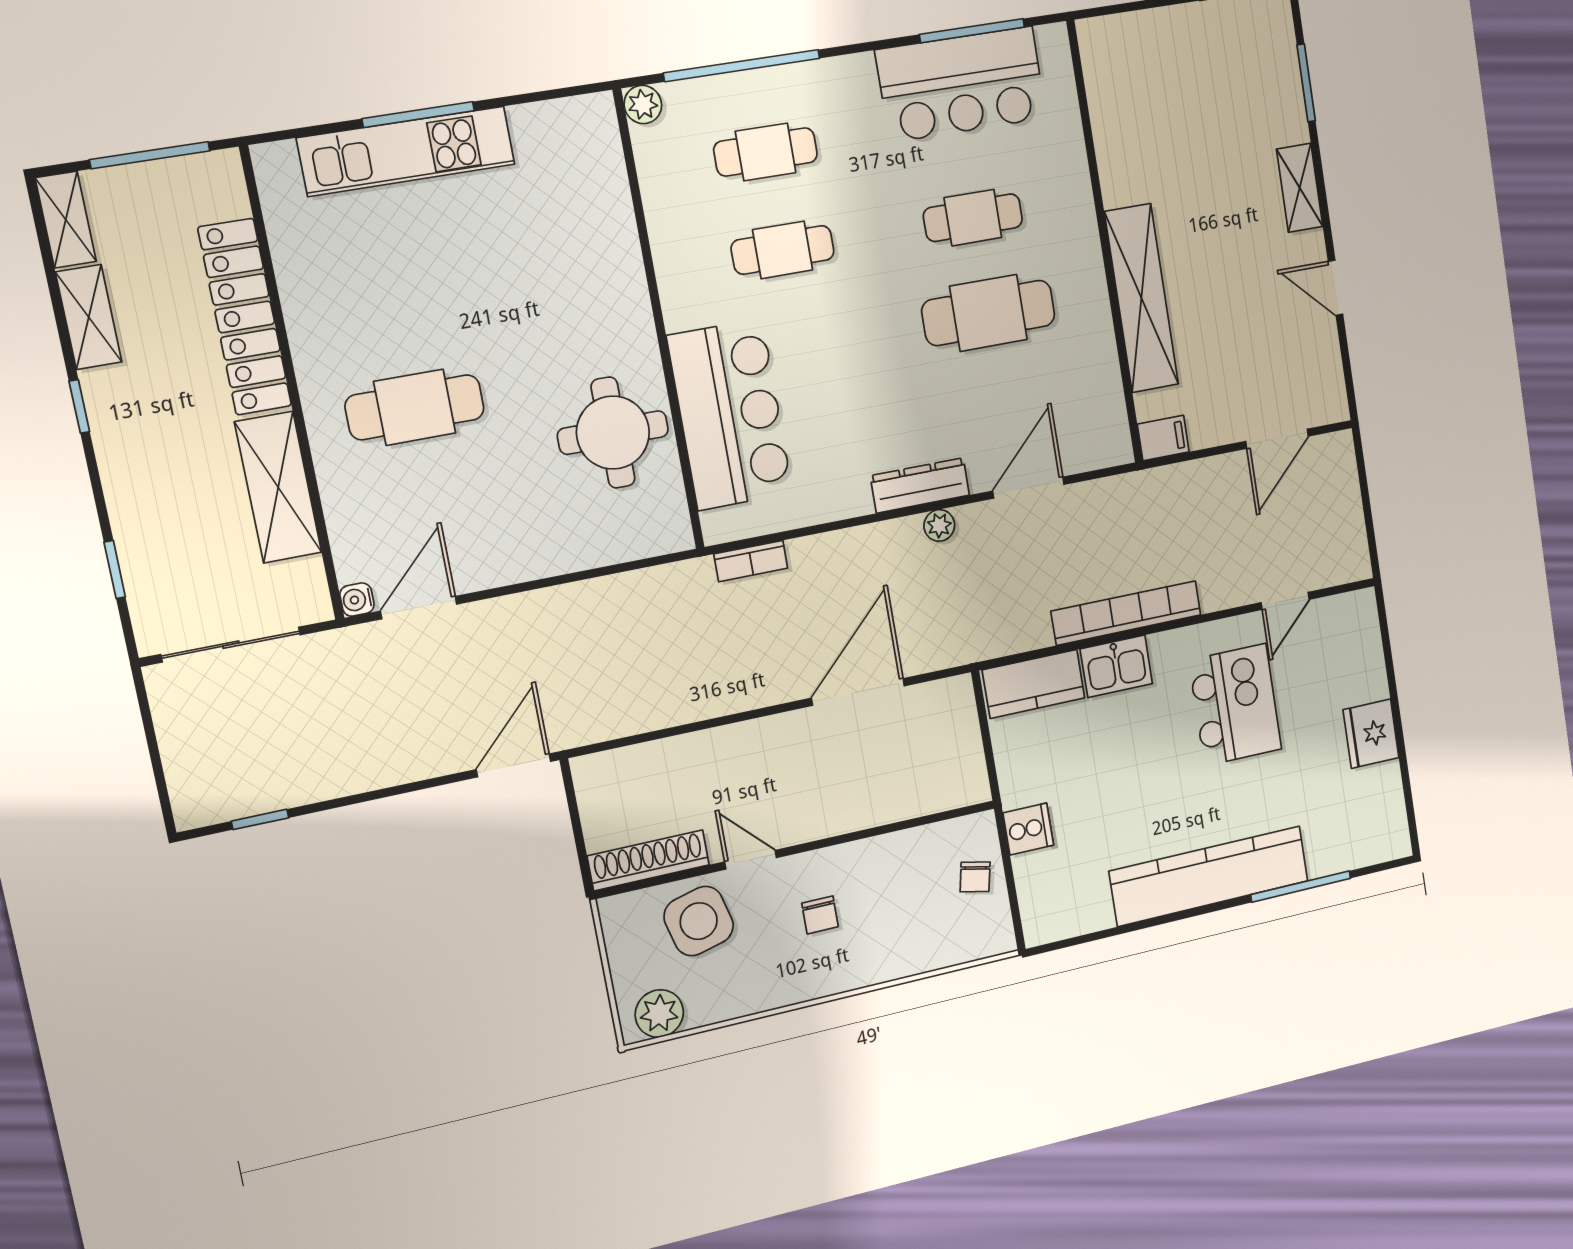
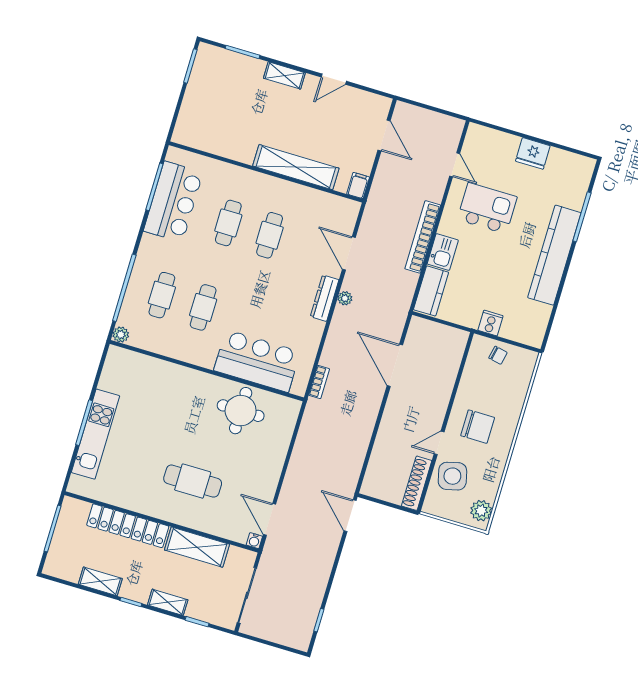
shelving: (66, 220) -> (168, 602), moved
cafe table: (988, 313) -> (270, 235), width x0.73, depth x0.74
cafe table: (415, 407) -> (193, 481), turned 90
chair: (820, 915) -> (478, 427), width x1.87, depth x1.87

